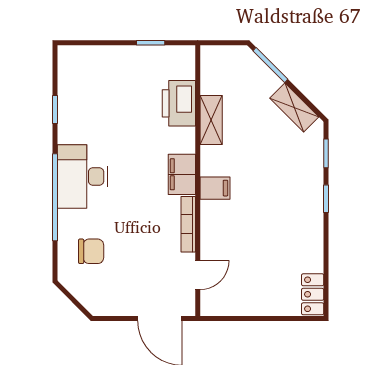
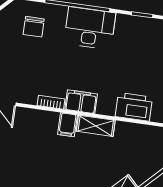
shelving: (211, 120) -> (96, 126), moved
bookcase: (188, 224) -> (51, 102), width x0.64

